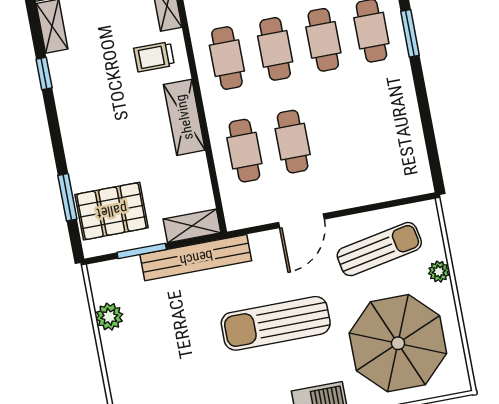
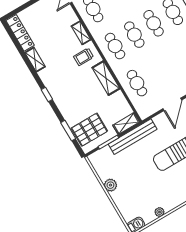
window: (44, 73) -> (47, 95), moved
cafe table: (293, 142) -> (156, 72), removed
plant: (109, 317) -> (110, 185), moved

